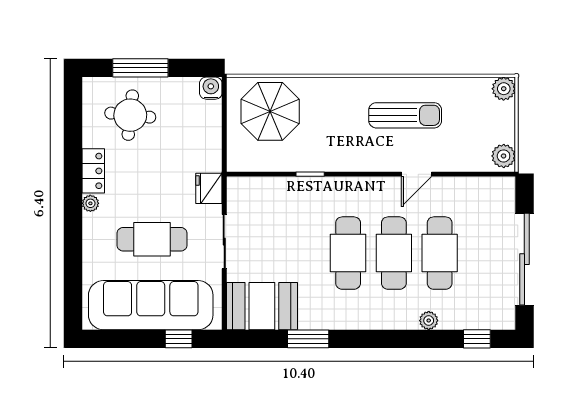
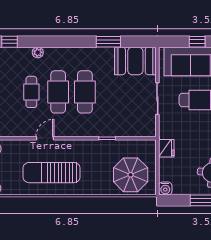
sun lounger: (405, 115) -> (52, 173), width x1.36, depth x1.34
fridge: (209, 188) -> (166, 148), moved
cafe table: (440, 253) -> (31, 92), width x0.73, depth x0.74
window: (179, 339) -> (197, 42), moved

